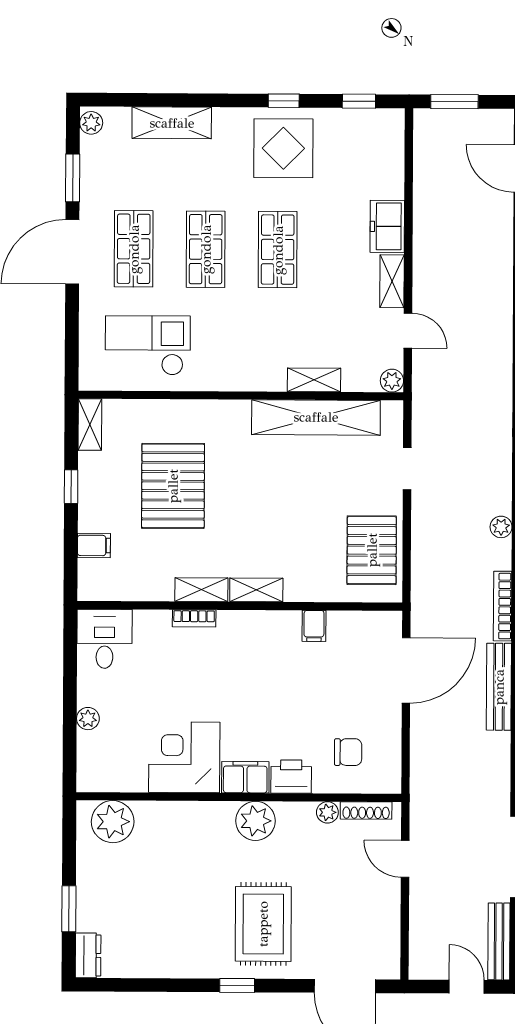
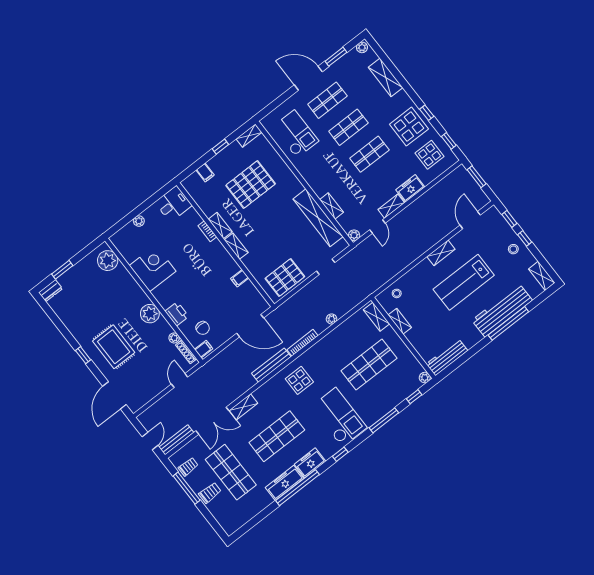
display table: (357, 151) -> (429, 155), added
filing cabinet: (245, 777) -> (204, 349), moved, width x0.50
rug: (263, 924) -> (114, 347), turned 90

